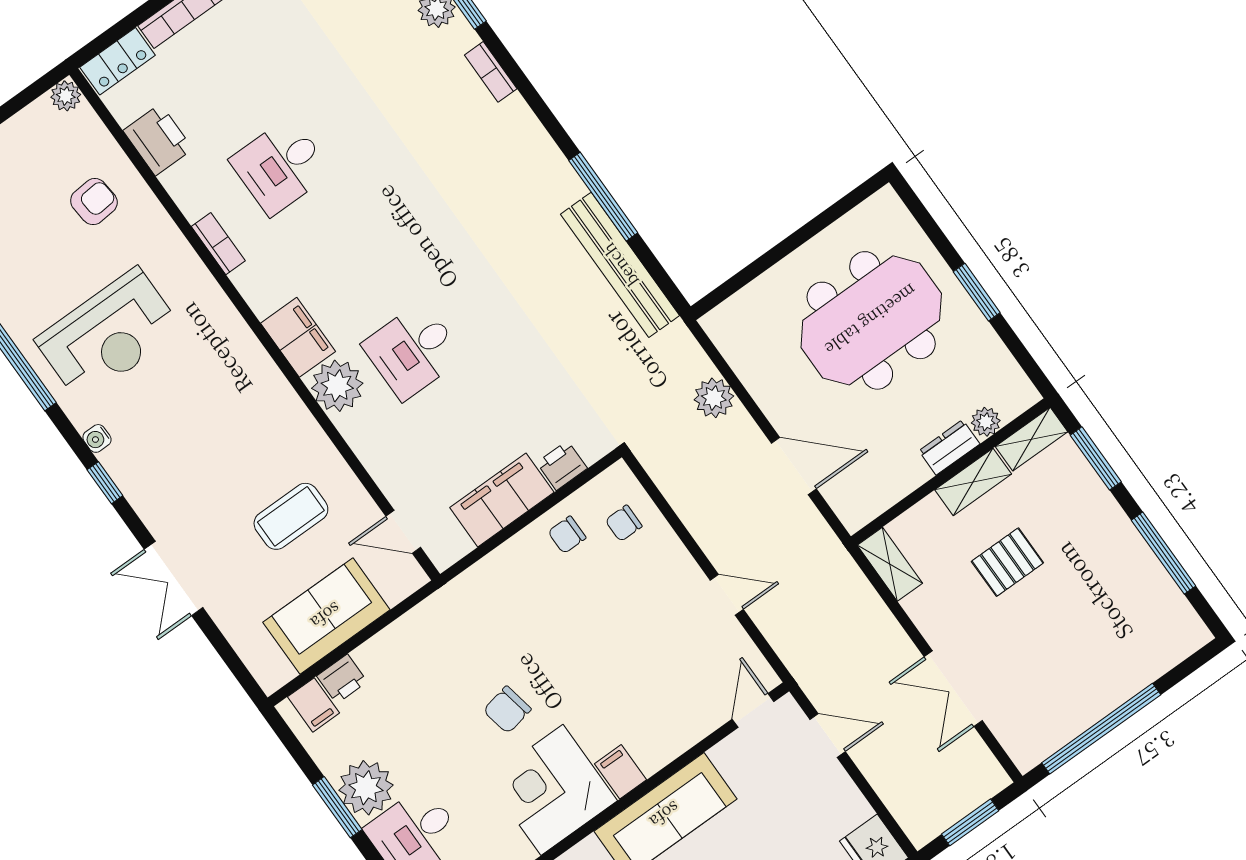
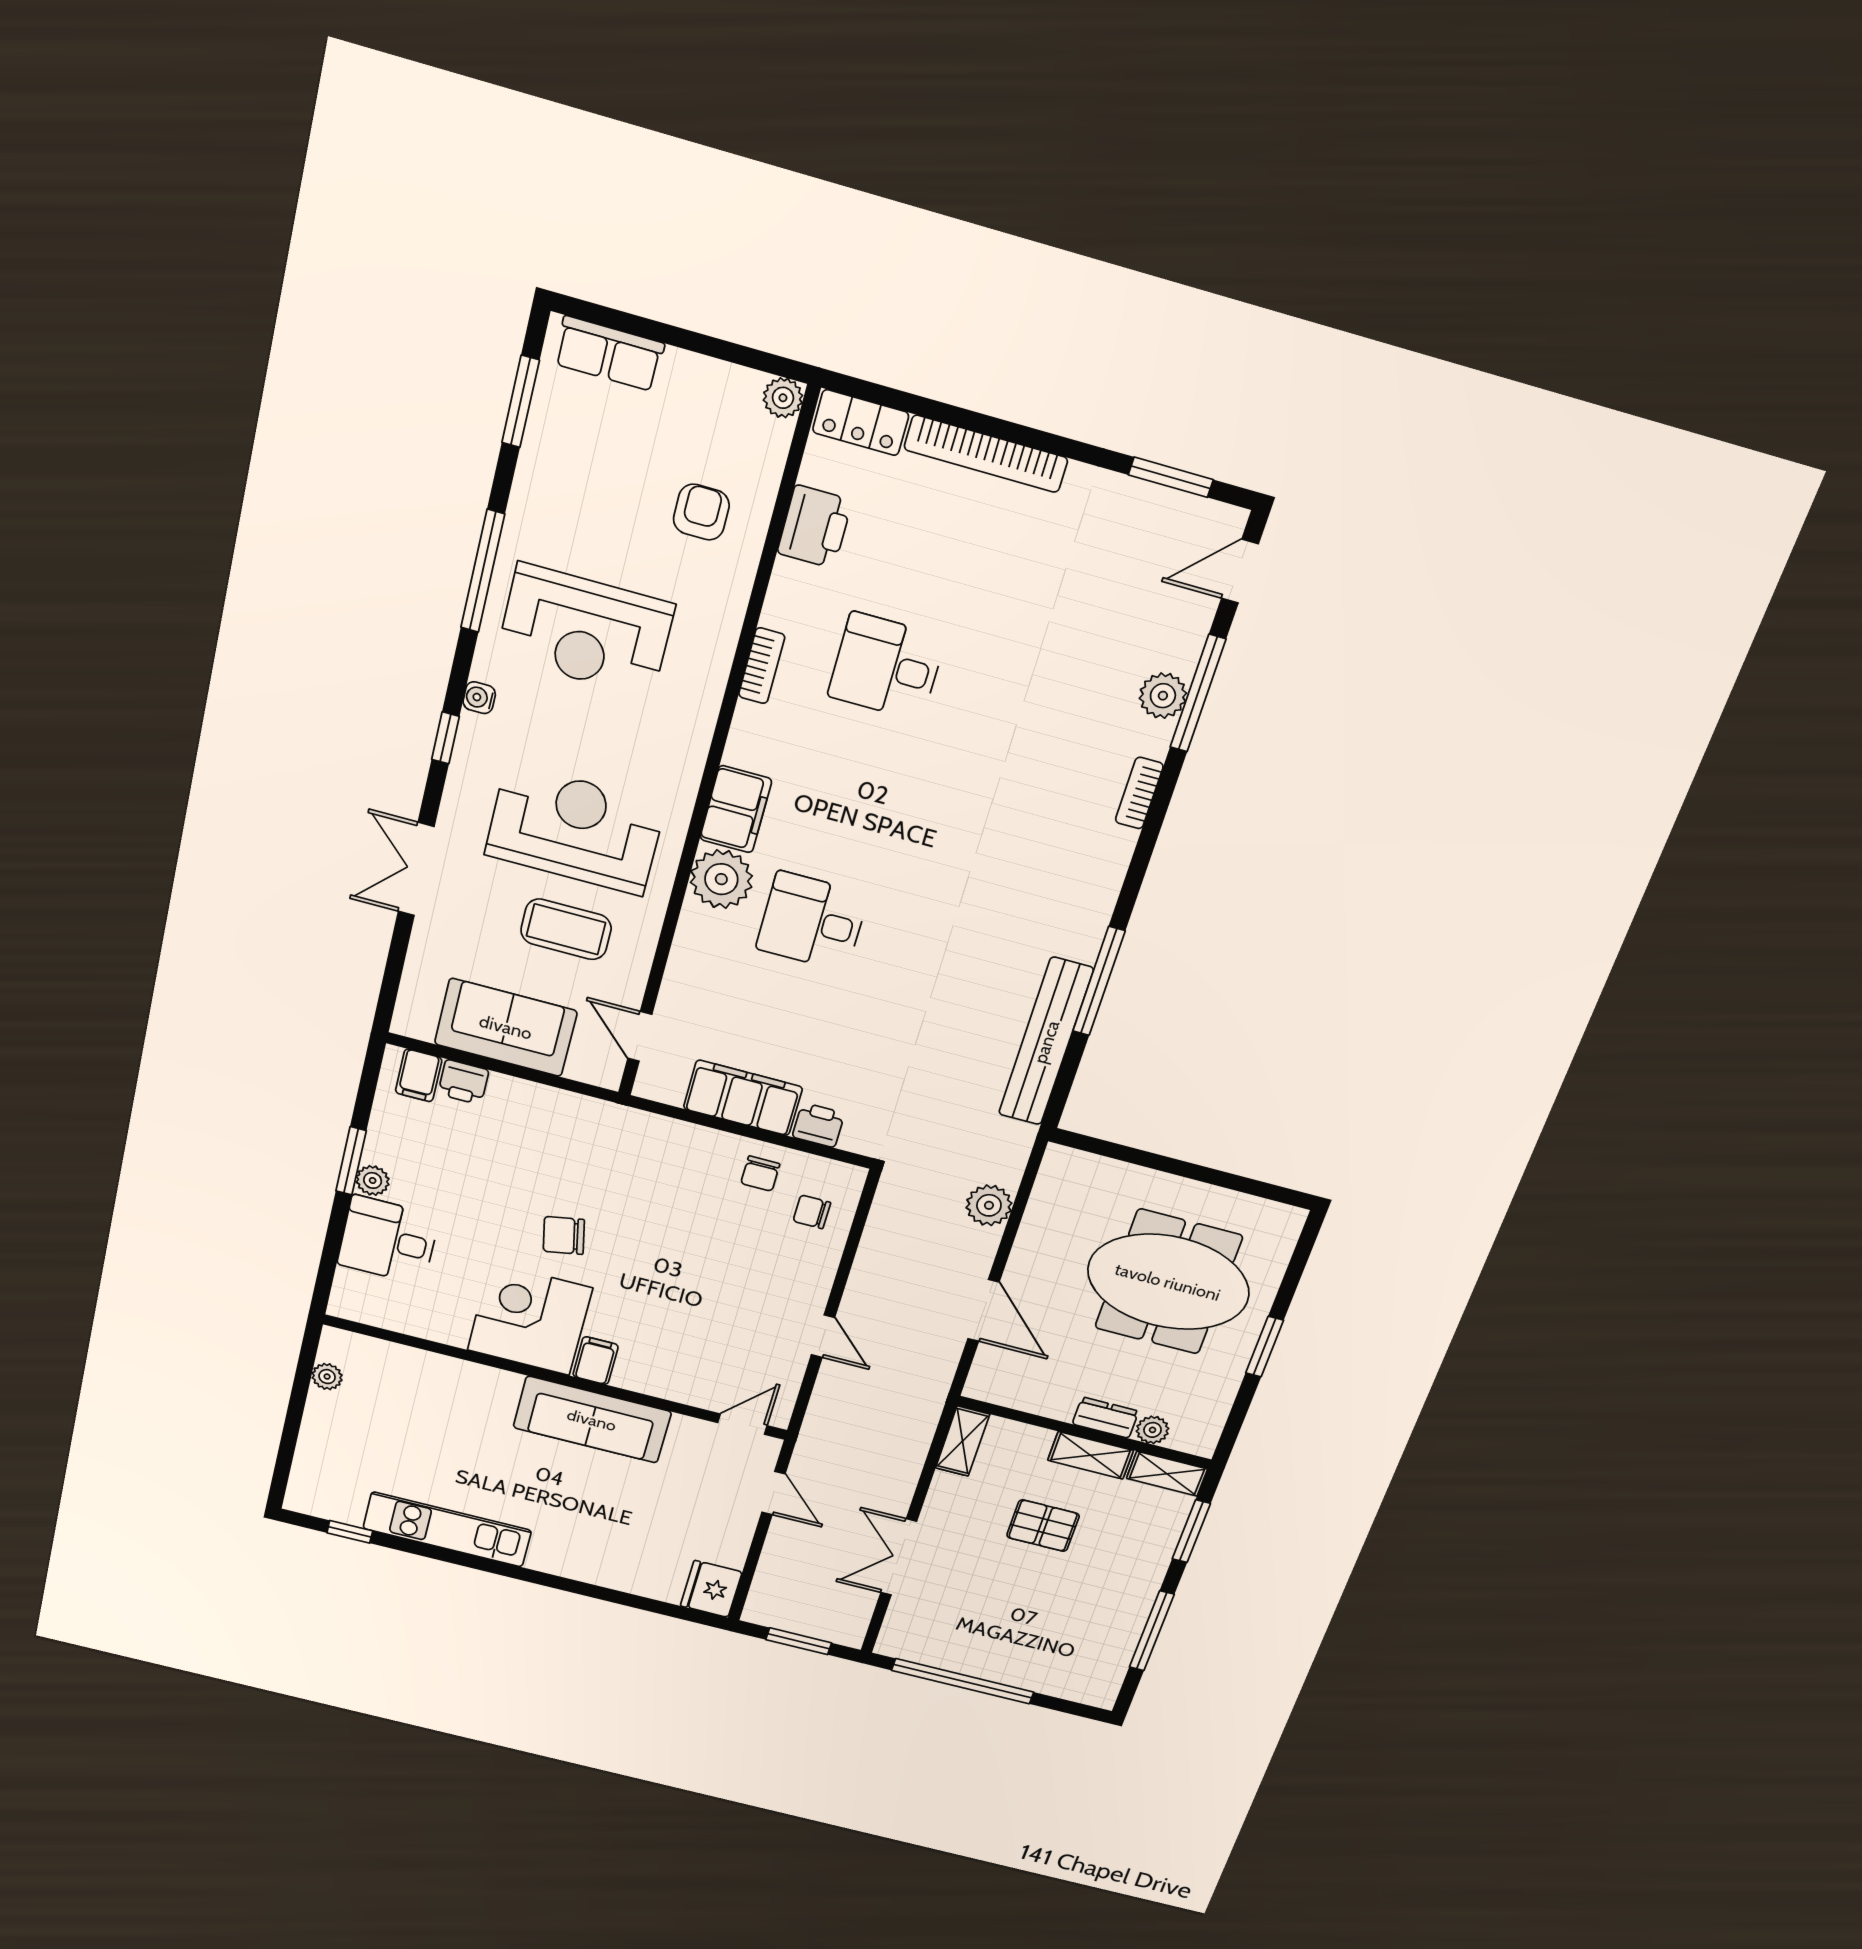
armchair: (94, 202) -> (701, 512), turned -85
reception desk: (229, 452) -> (575, 829), added
chair: (567, 535) -> (760, 1174), turned -90
plant: (366, 788) -> (373, 1180), width x0.53, depth x0.53

